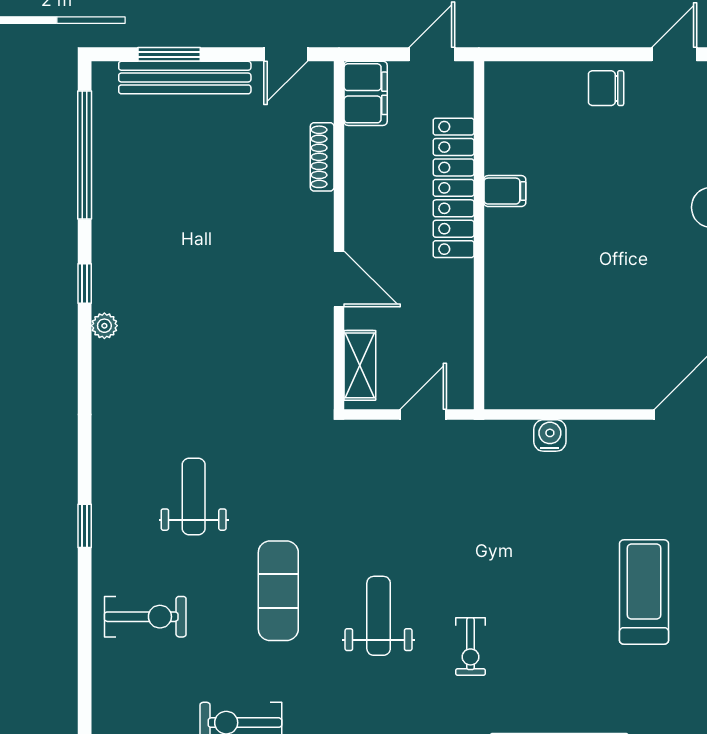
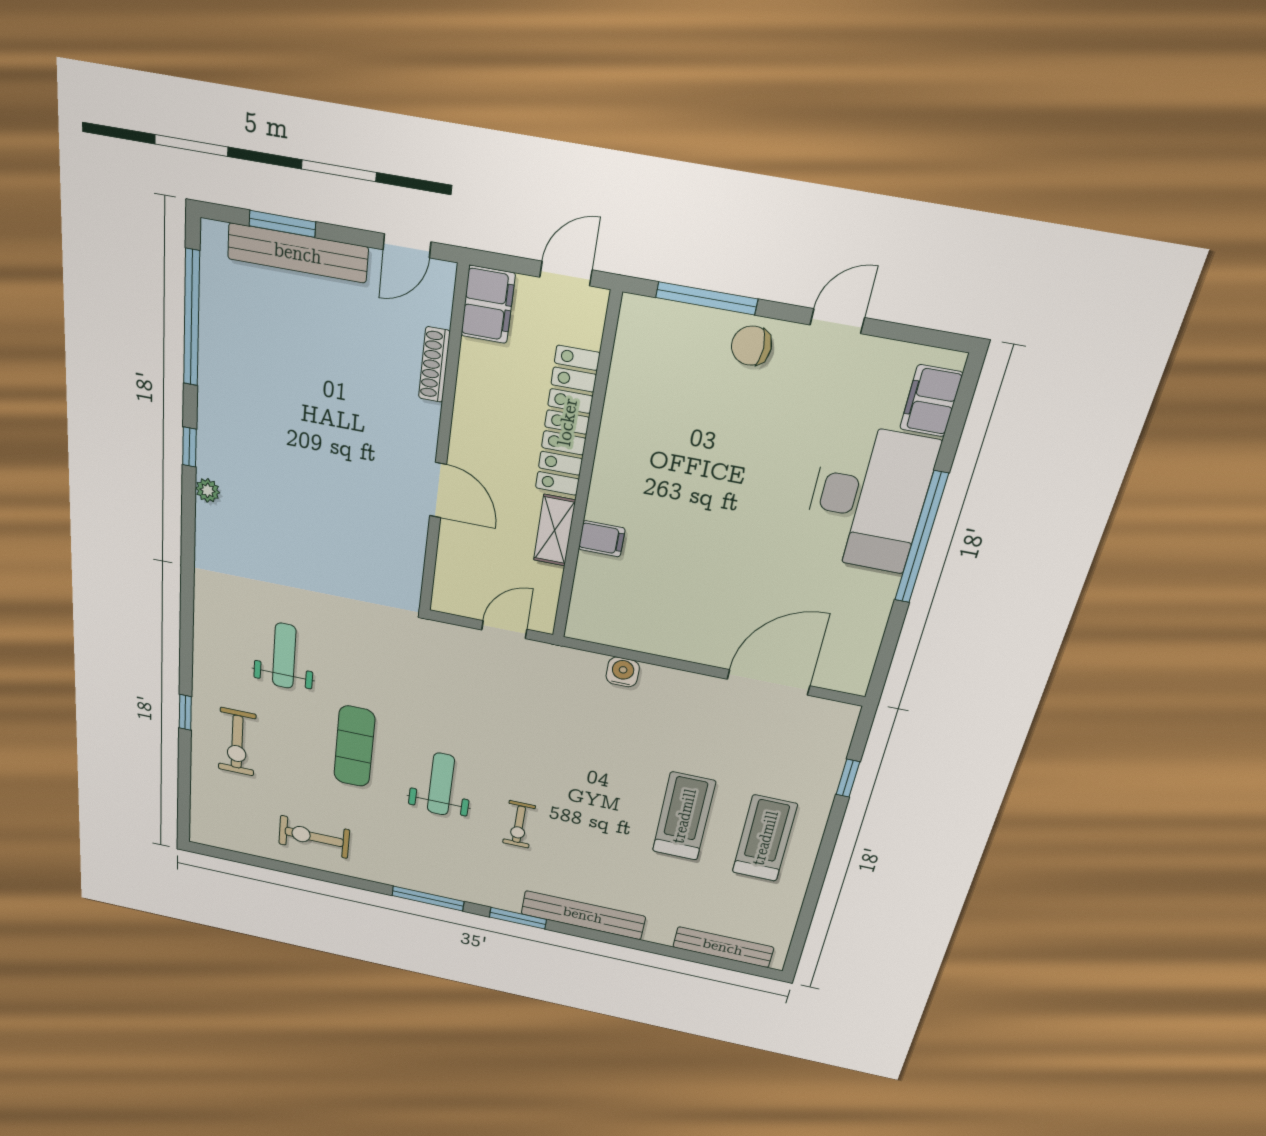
window: (559, 54) -> (707, 298), added
filing cabinet: (505, 191) -> (602, 539), moved
shelving: (360, 365) -> (554, 530), moved
window: (85, 526) -> (185, 712), moved
exercise bike: (145, 617) -> (237, 742), turned 90

